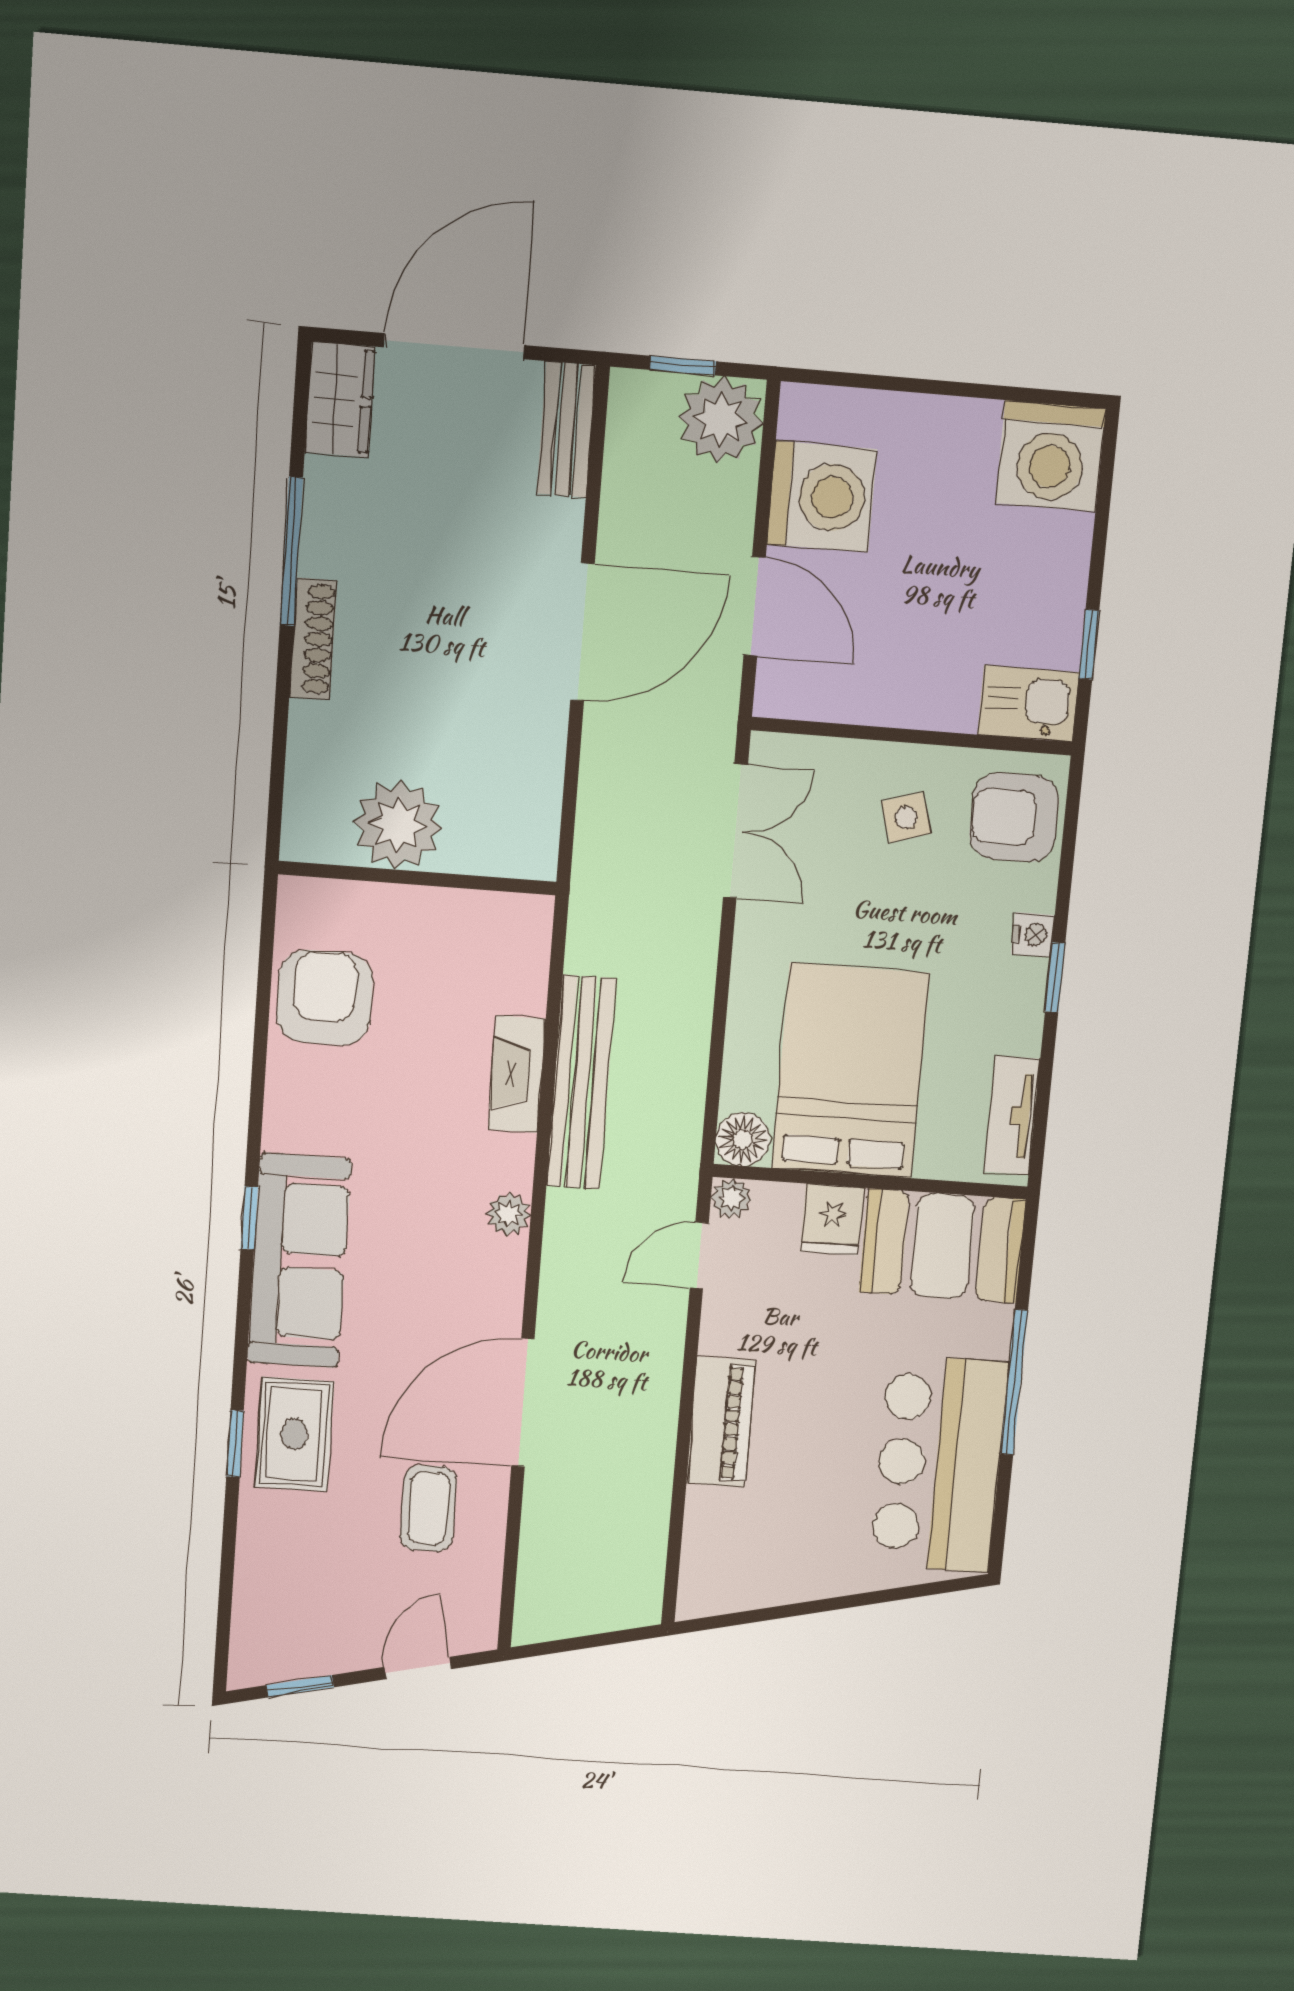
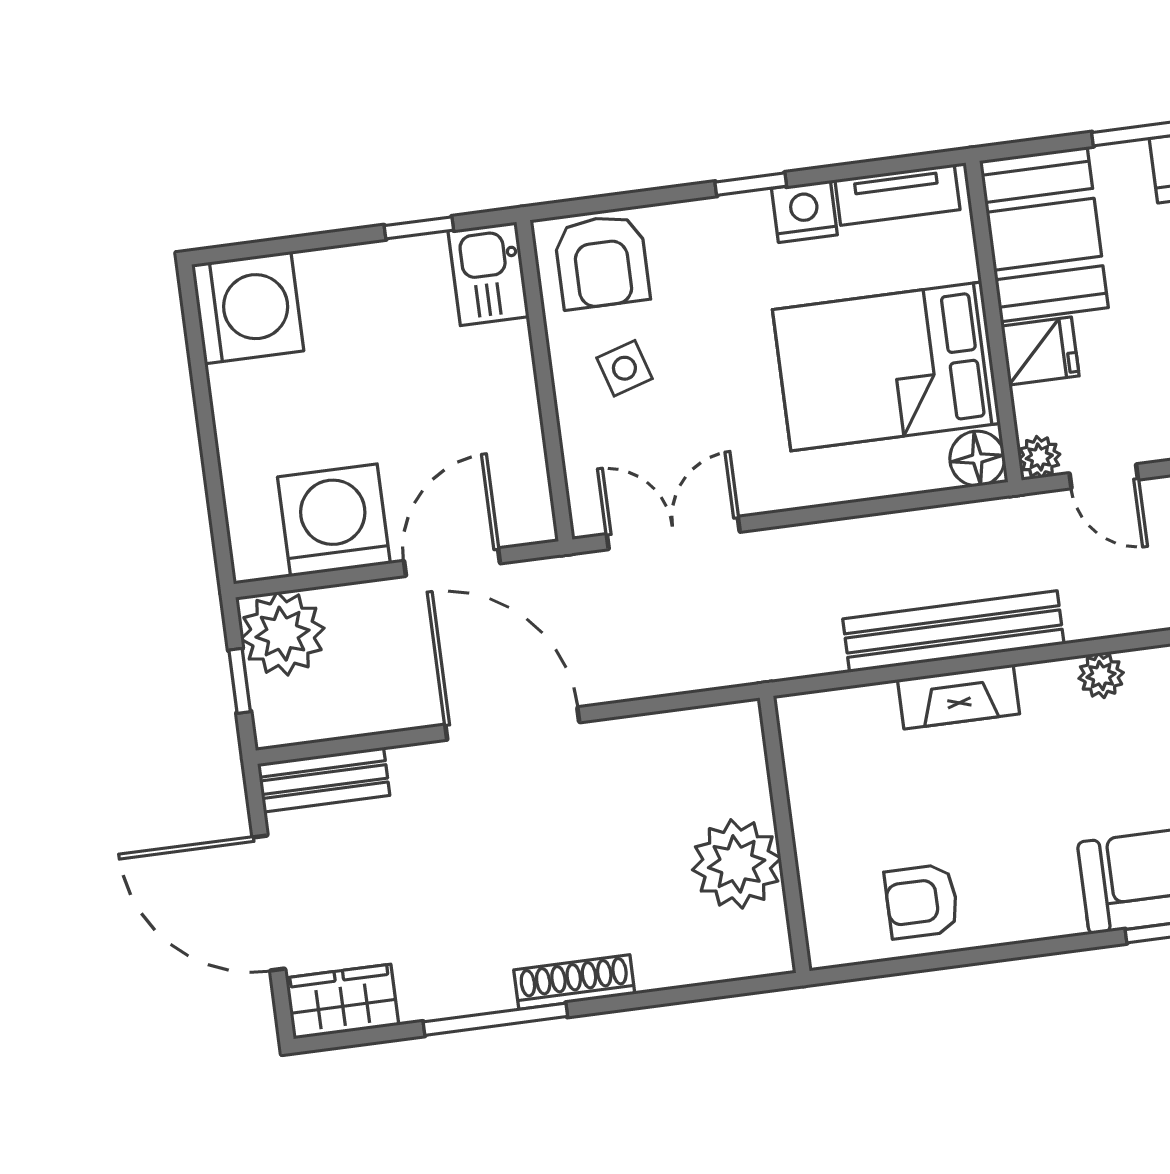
nightstand: (1033, 935) -> (804, 212), moved, width x1.39, depth x1.35
armchair: (325, 998) -> (922, 901), width x0.72, depth x0.72

